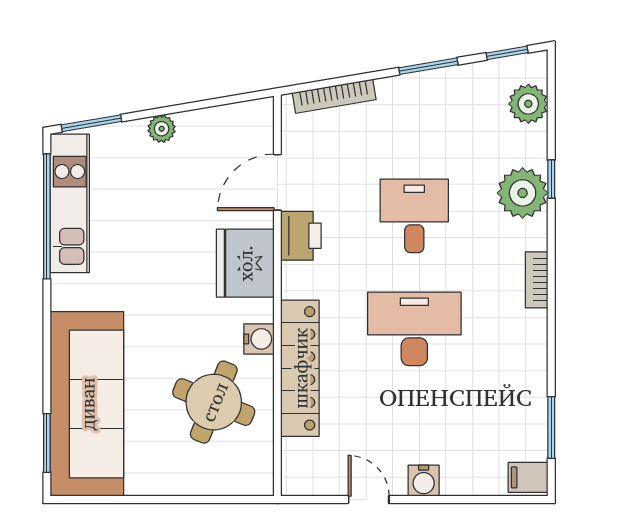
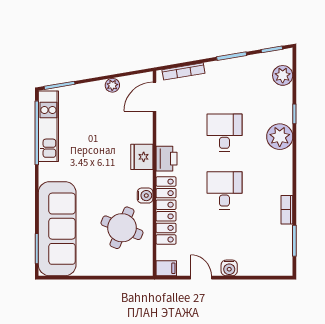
plant: (162, 129) -> (112, 85), moved
door: (277, 182) -> (154, 97), moved
plant: (523, 193) -> (280, 137), moved
printer: (301, 236) -> (166, 159), moved
fridge: (245, 263) -> (142, 157), width x0.73, depth x0.75
bookcase: (537, 280) -> (287, 210), moved
desk: (414, 329) -> (224, 190), width x0.73
filing cabinet: (528, 477) -> (166, 268), moved, turned 180

